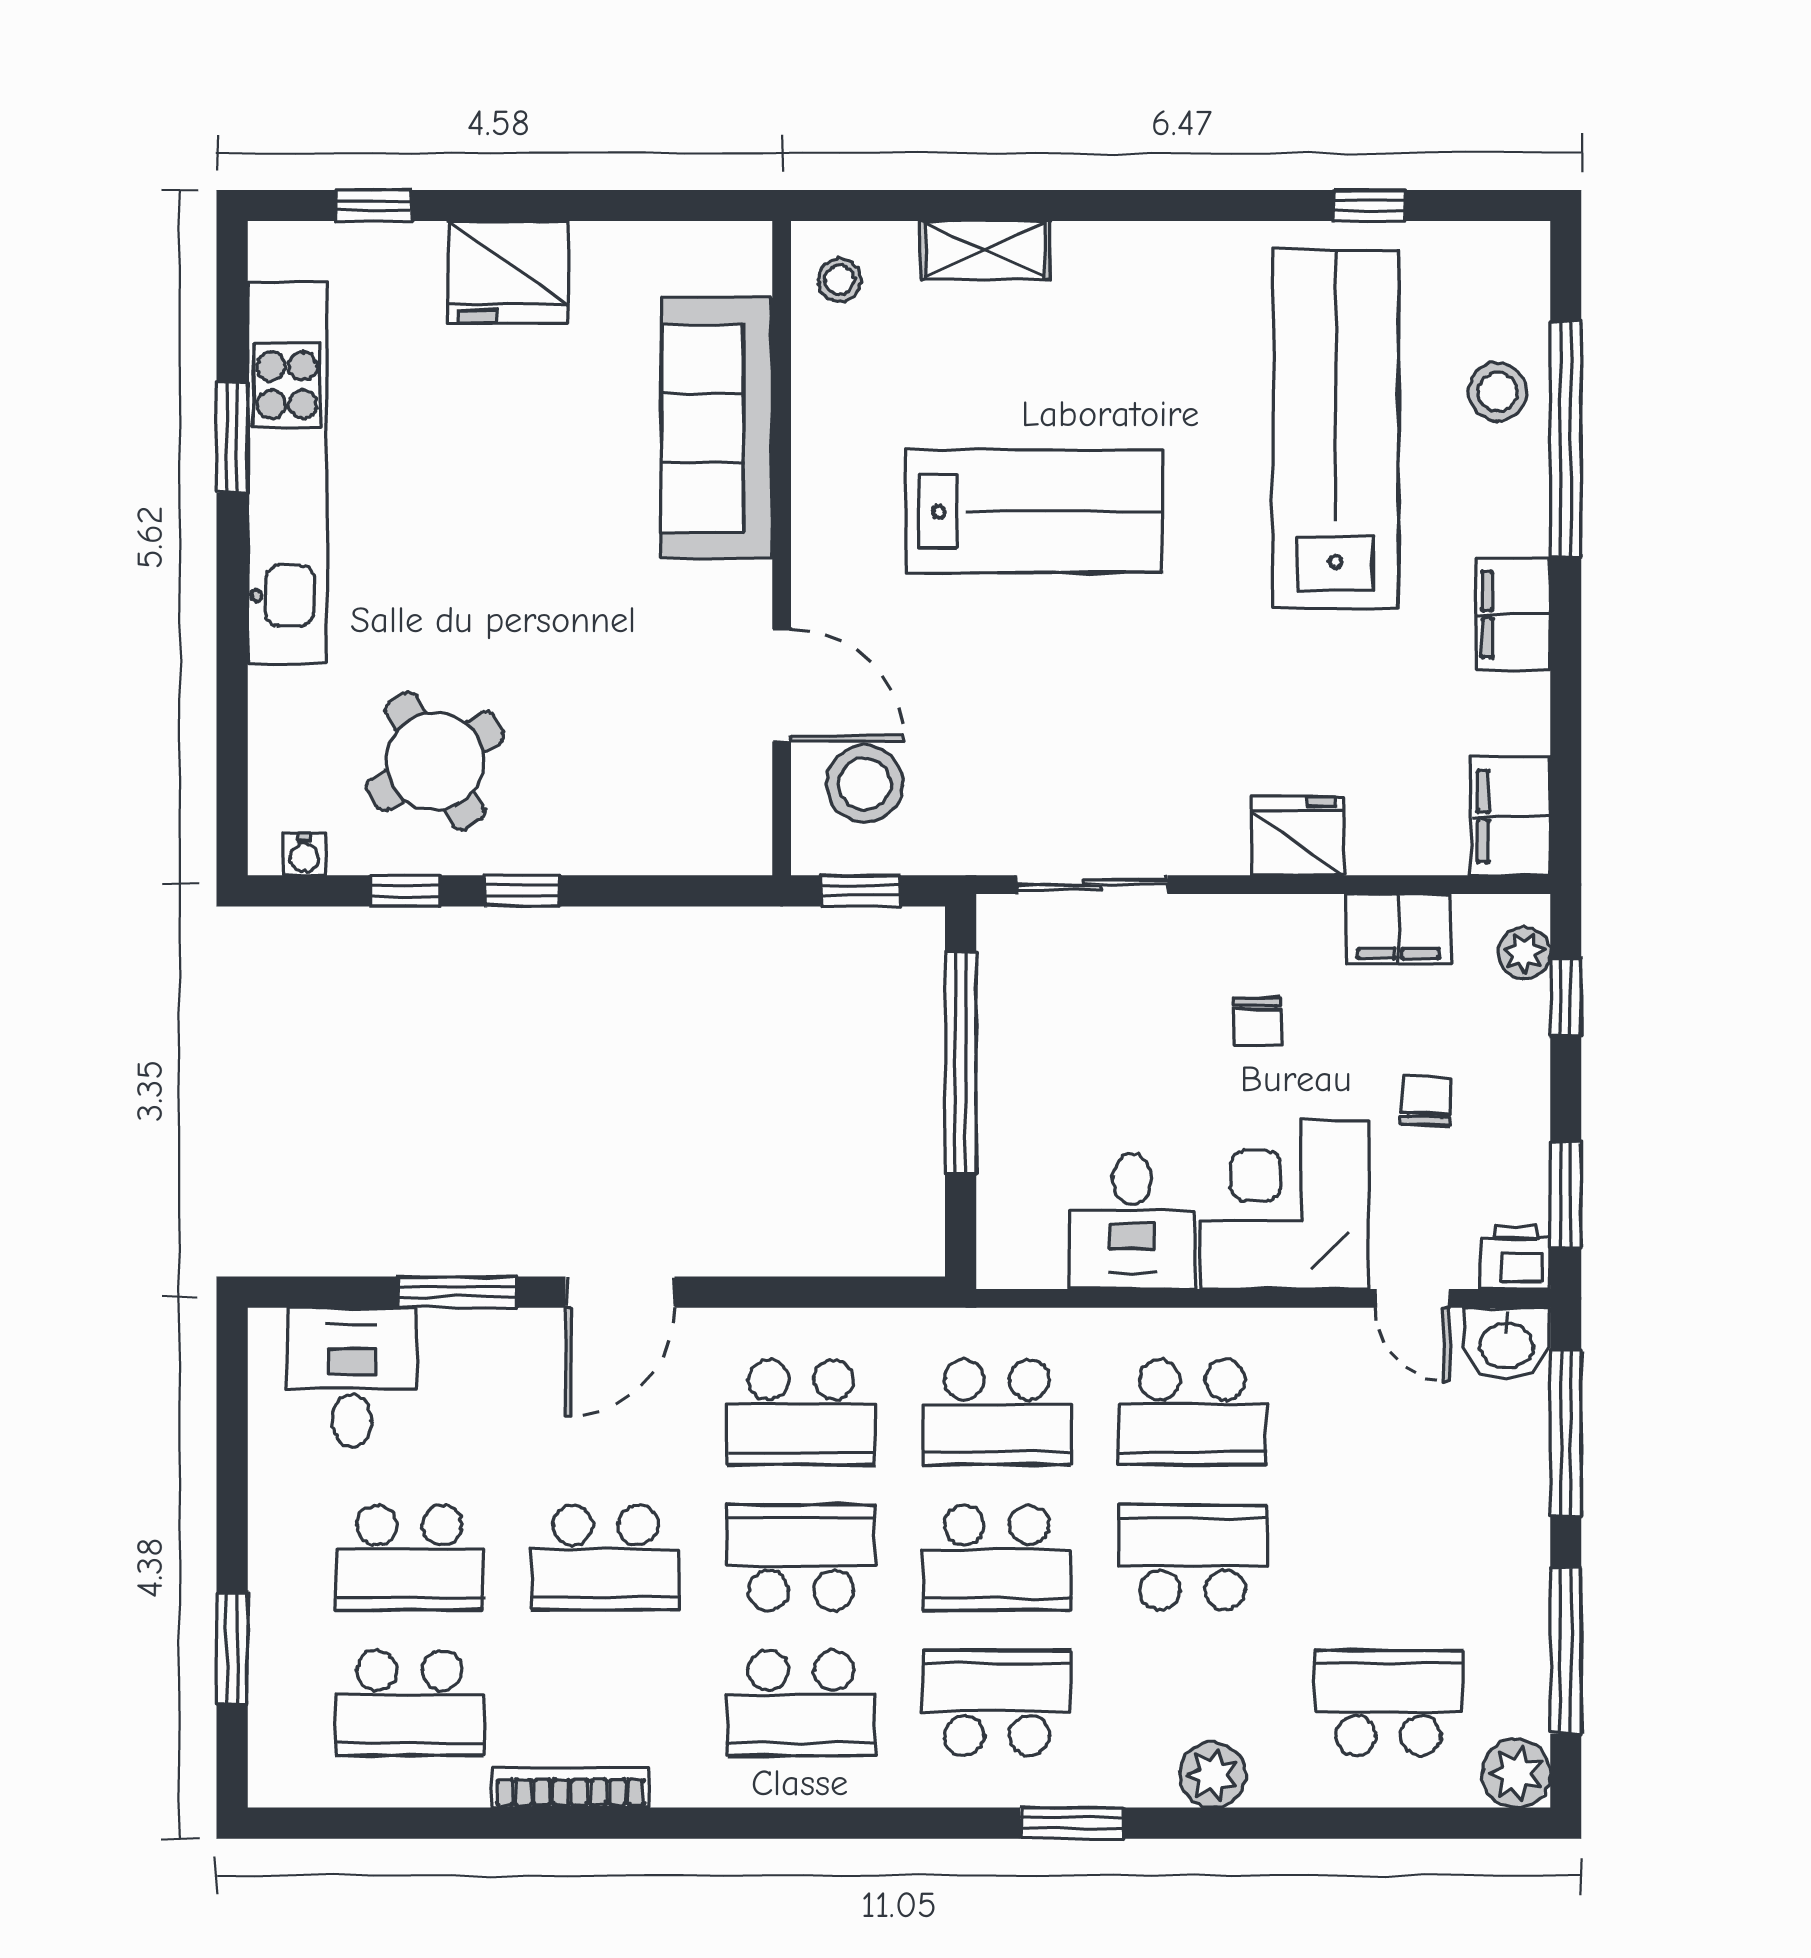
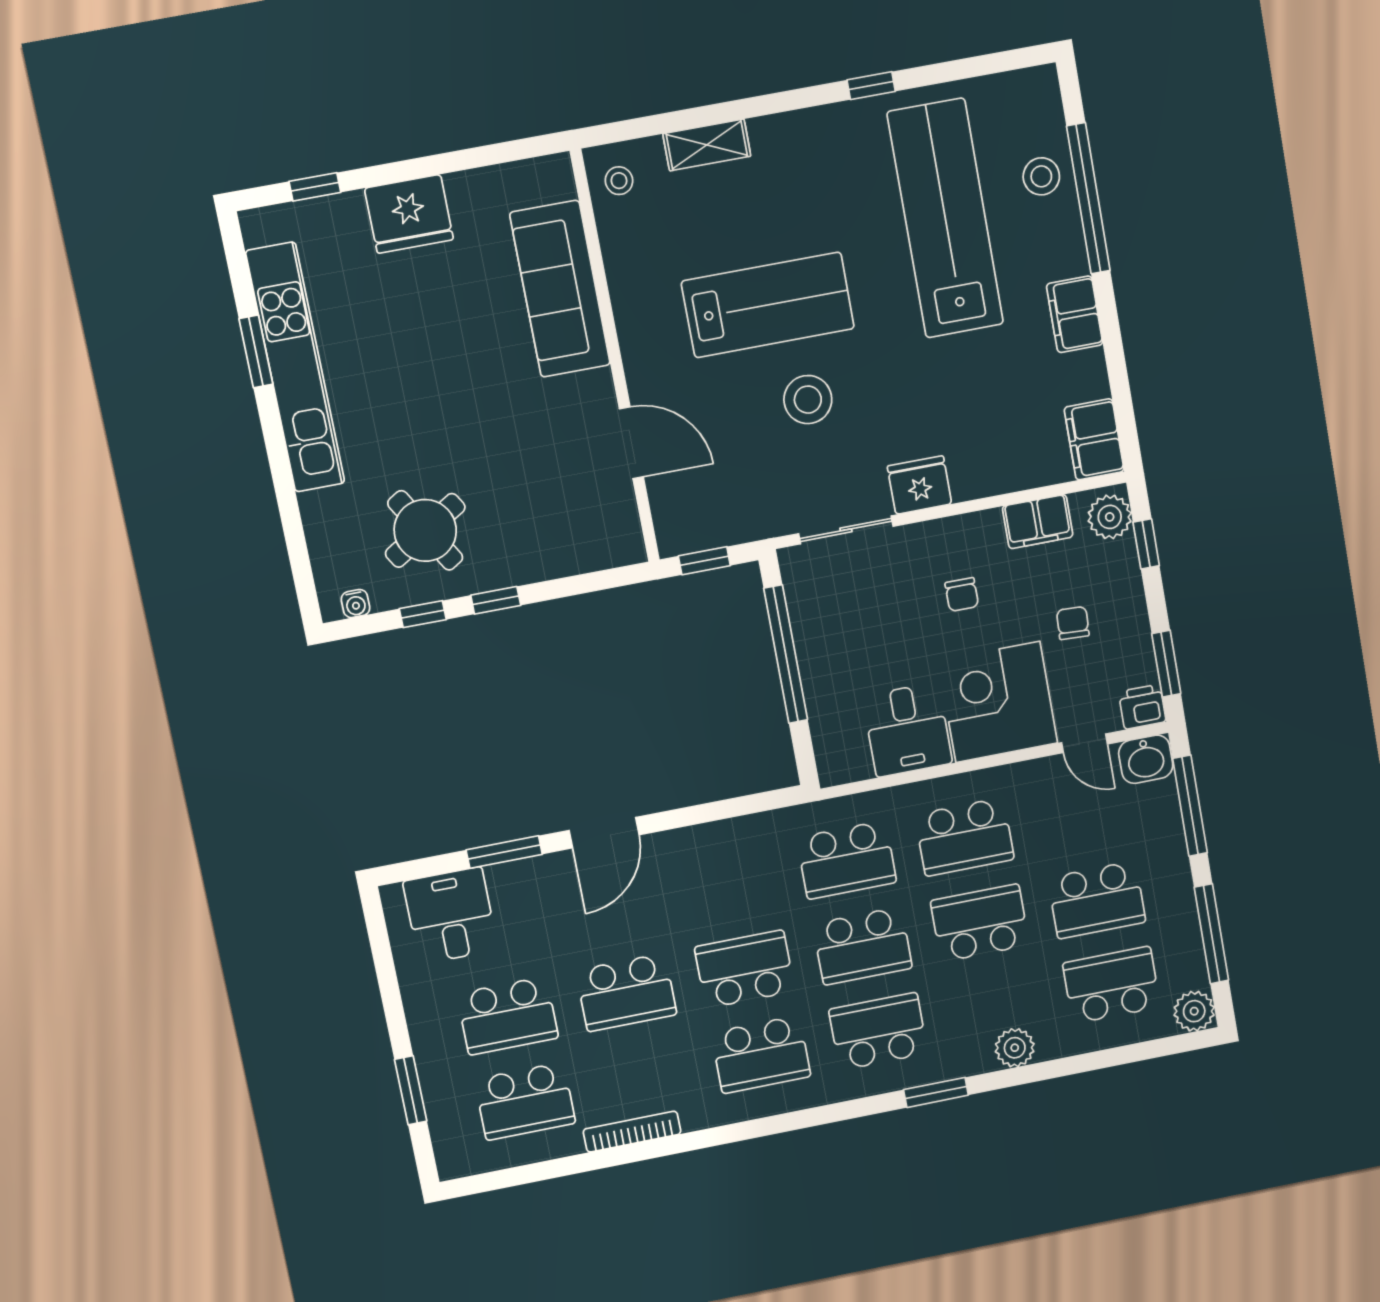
window: (1369, 206) -> (871, 86), moved
stool: (864, 784) -> (808, 400), moved
fridge: (1297, 836) -> (919, 485), moved
plant: (1524, 953) -> (1110, 517), width x1.38, depth x1.38
school desk: (801, 1412) -> (1097, 900), moved

